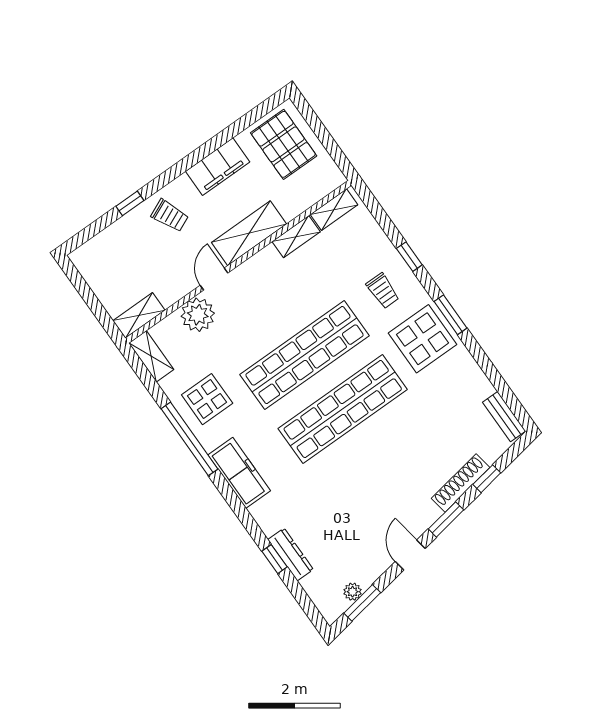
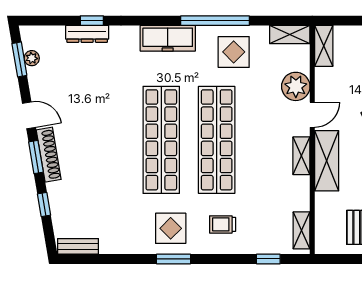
shelving: (296, 237) -> (301, 156), moved
window: (409, 257) -> (268, 259), moved
door: (214, 279) -> (312, 115), hinge flipped
display table: (423, 339) -> (171, 228), width x0.73, depth x0.73
shoe rack: (461, 483) -> (49, 155), moved

